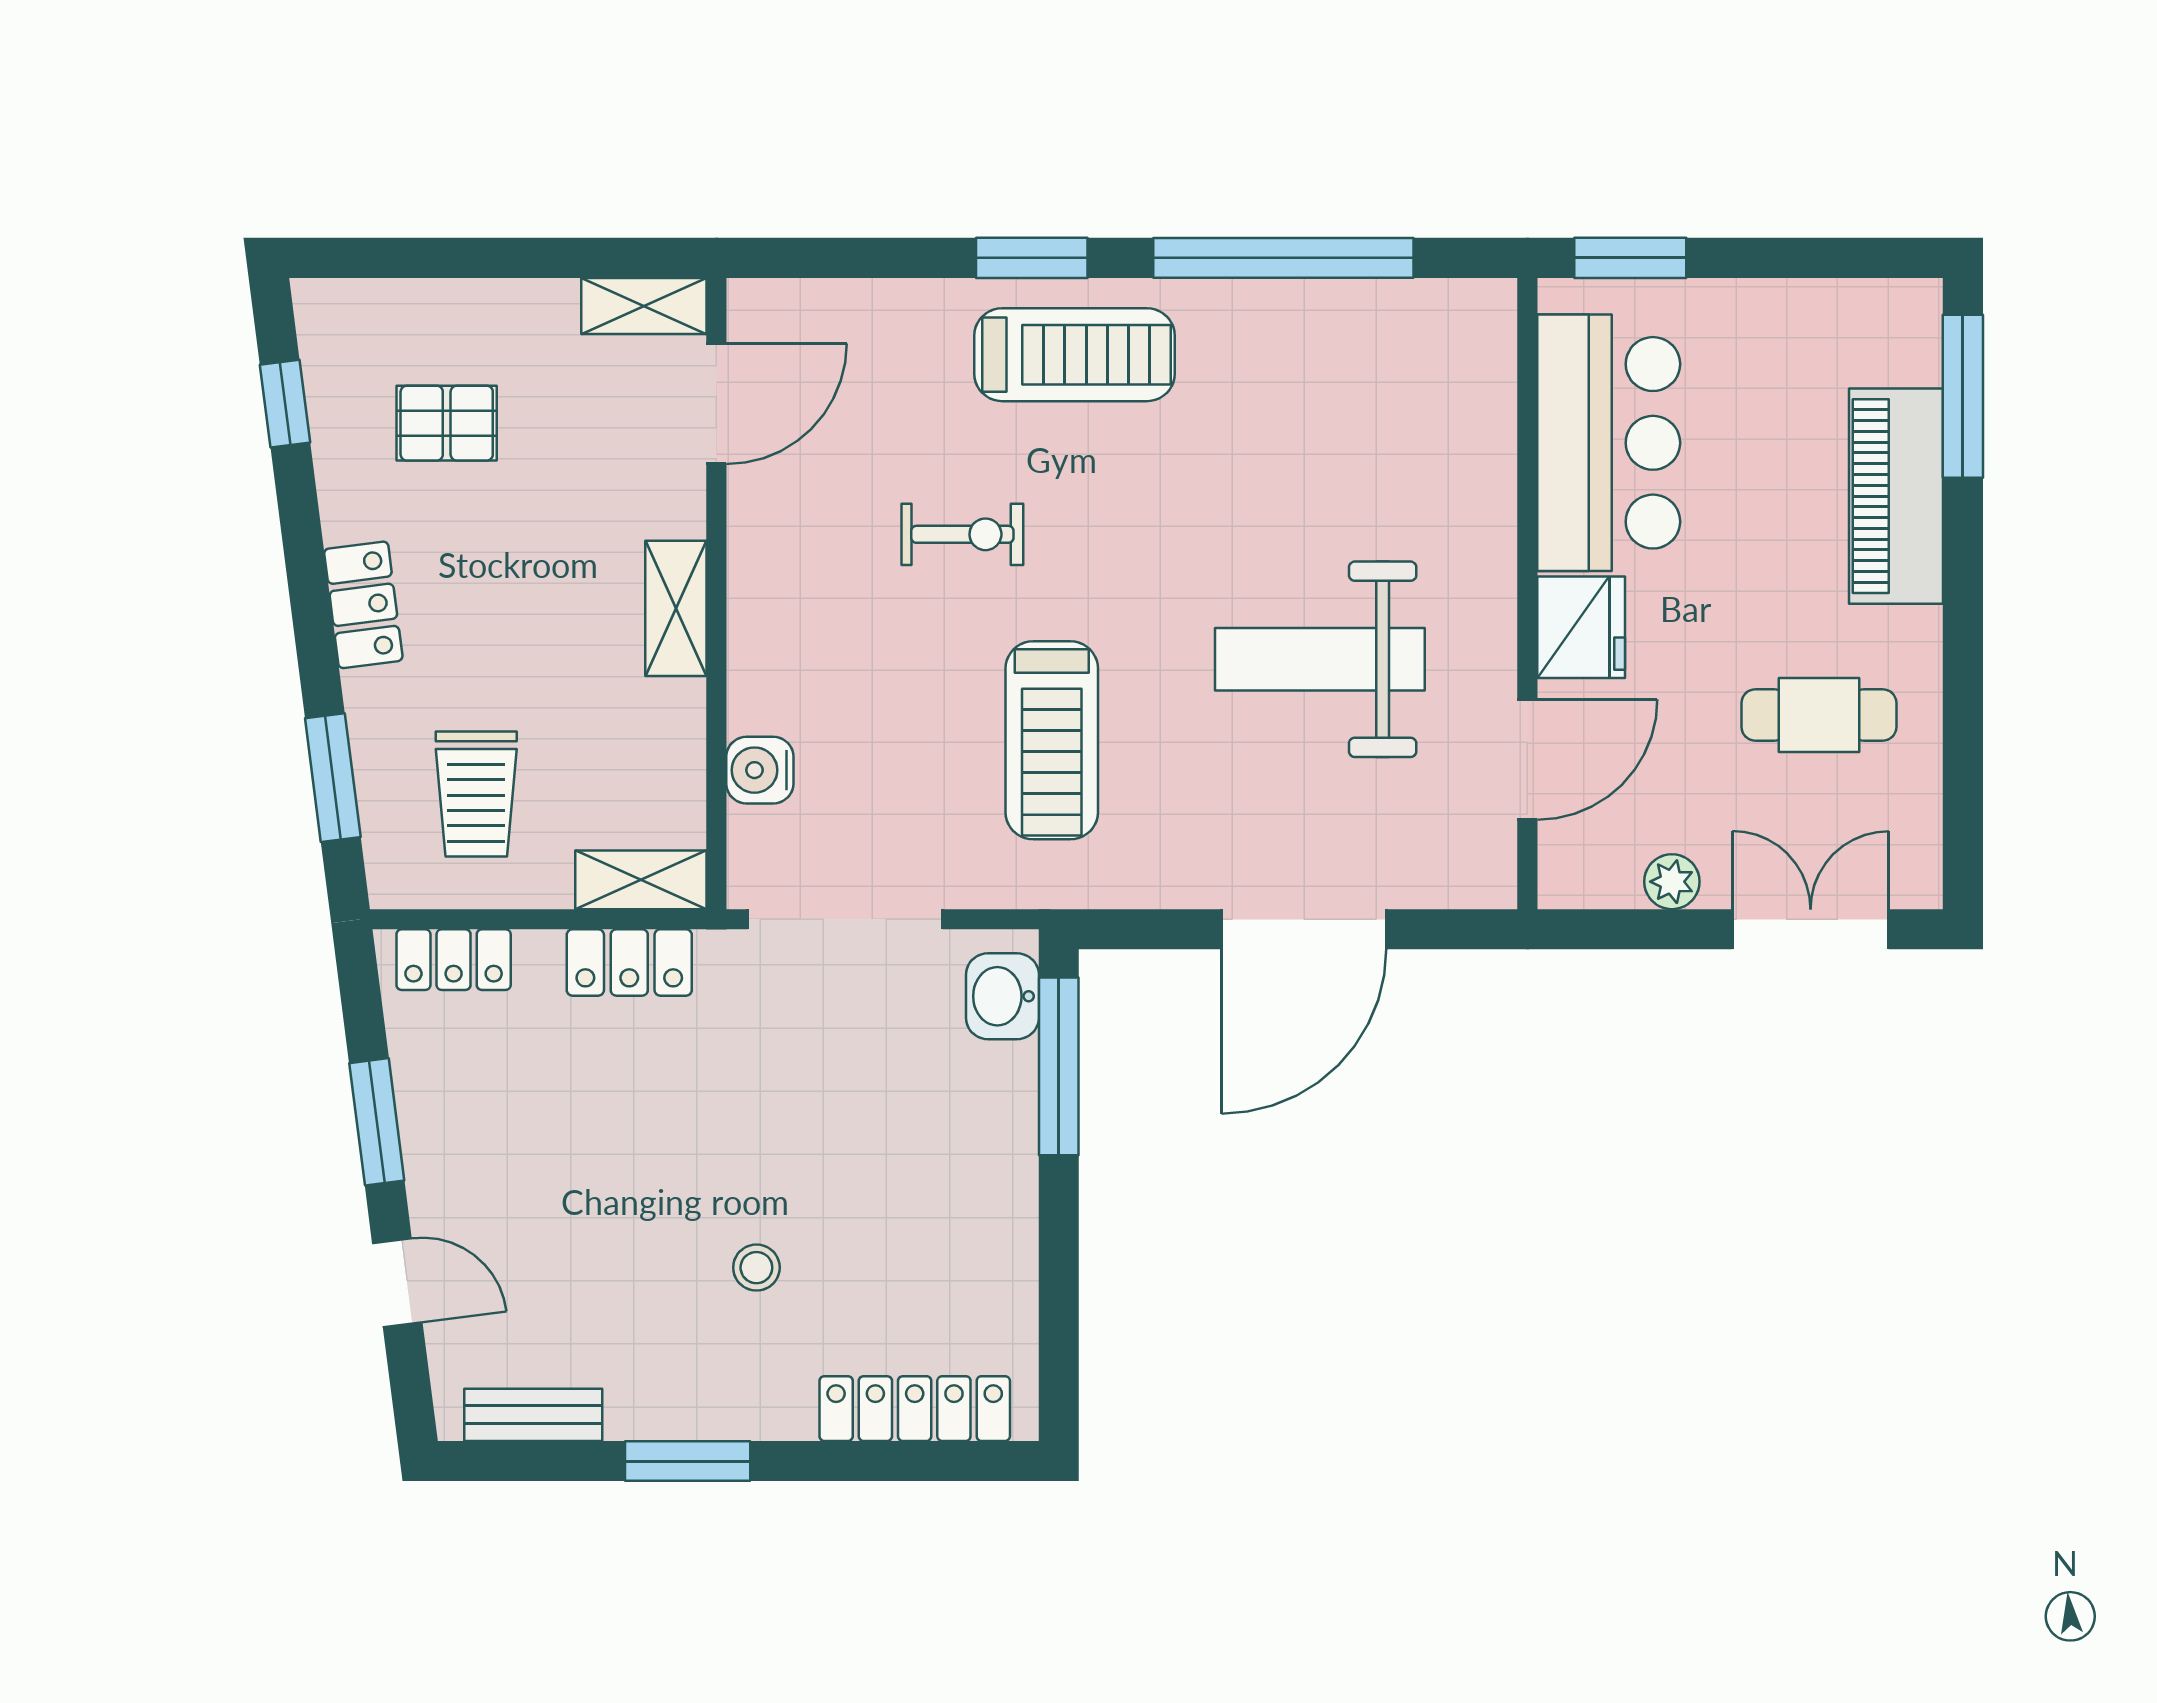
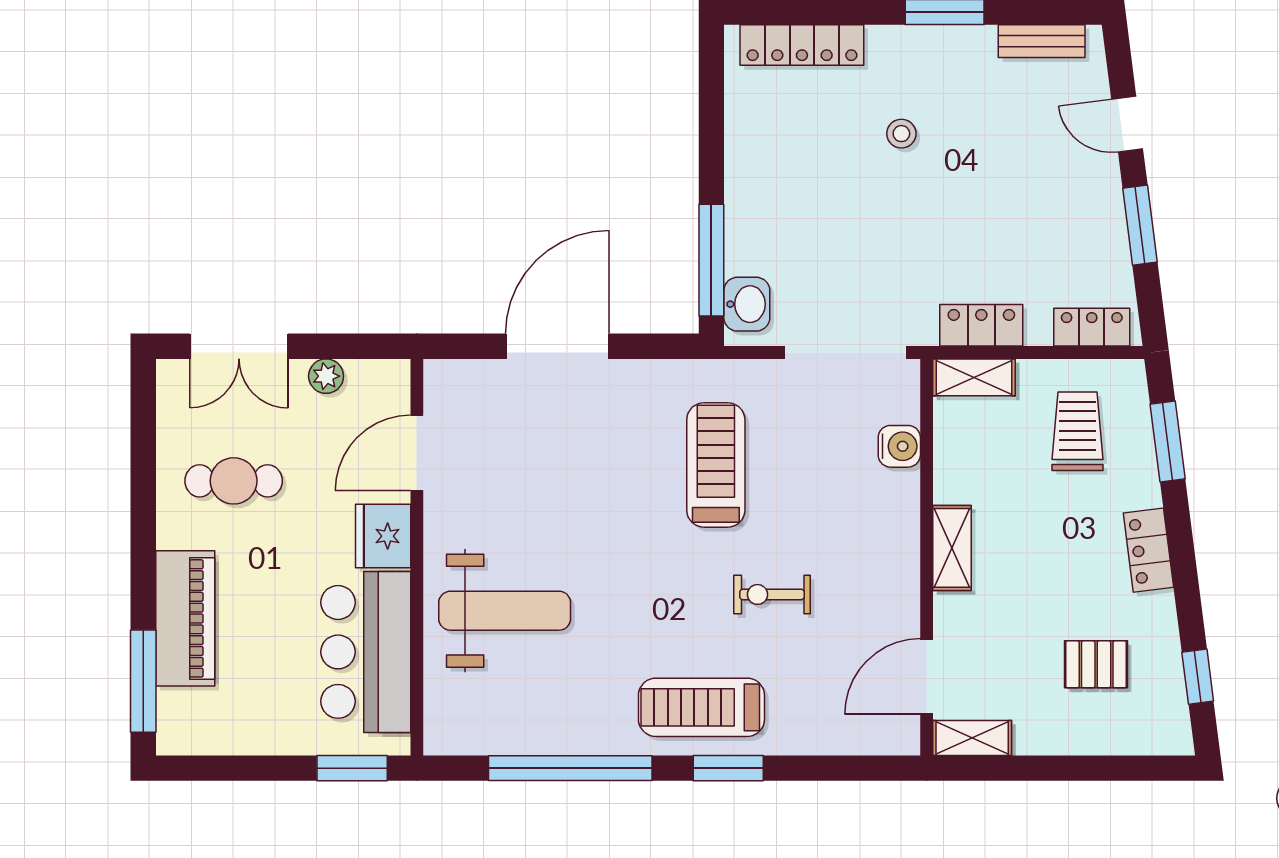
weight bench: (1320, 659) -> (505, 611), moved

